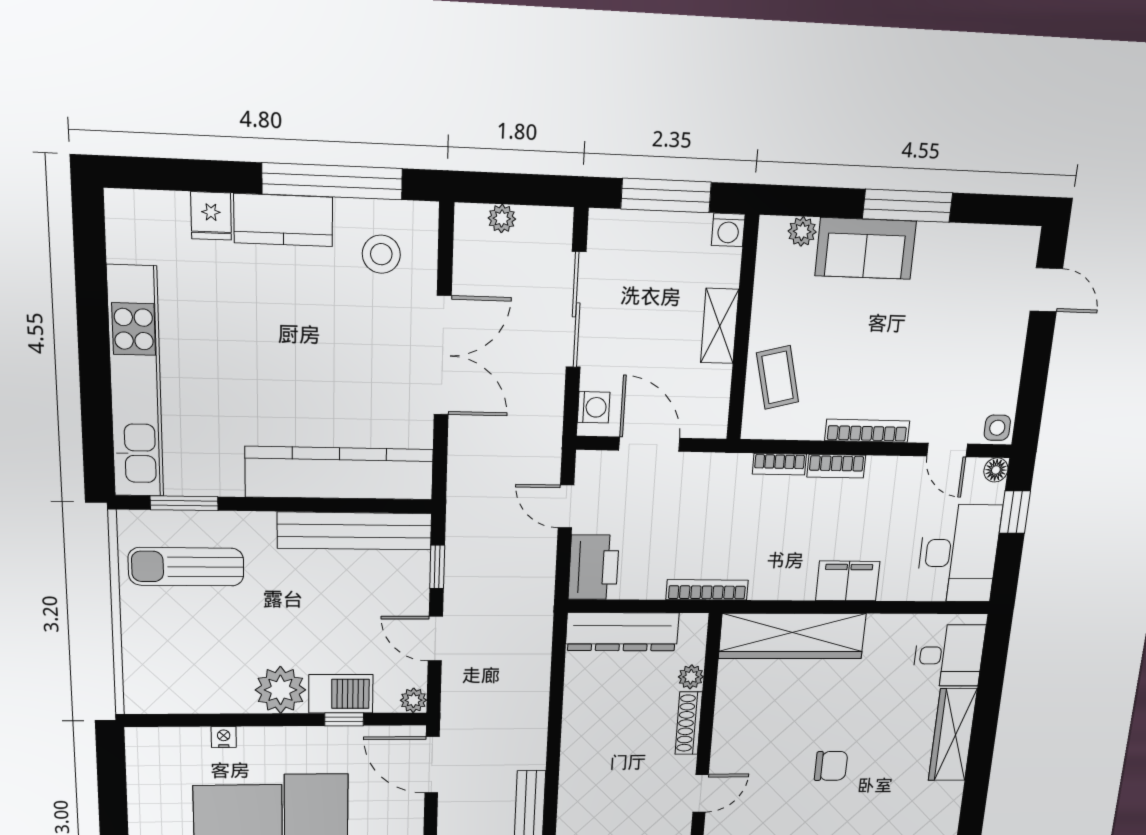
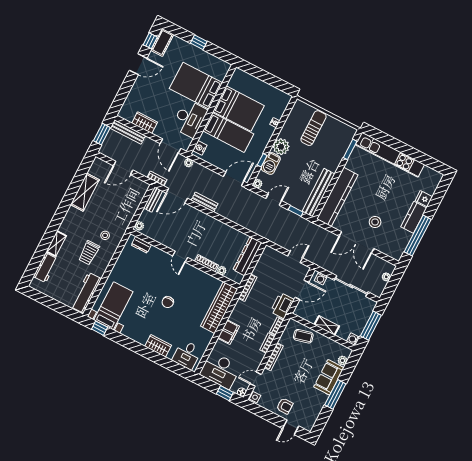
stool: (381, 254) -> (375, 222), moved
armchair: (993, 335) -> (285, 406), added
sun lounger: (186, 567) -> (314, 128), moved
printer: (594, 567) -> (282, 306), moved, turned 90
wardrobe: (953, 735) -> (158, 346), width x0.67

